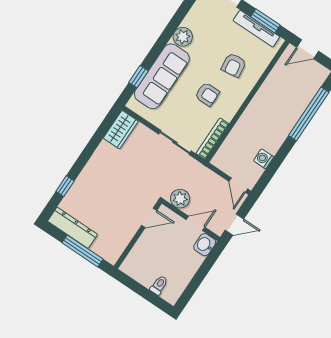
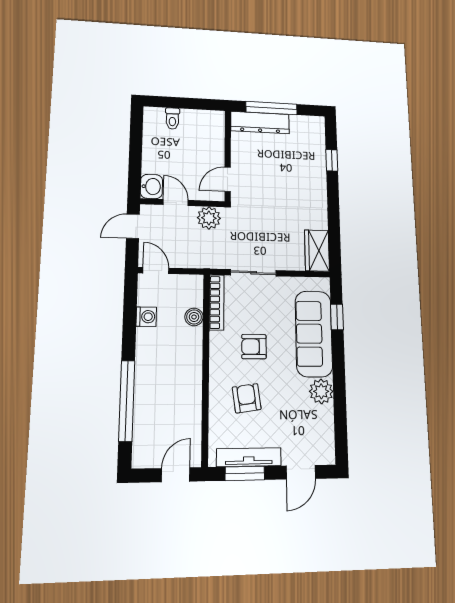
boiler: (233, 139) -> (194, 317), added
door: (196, 223) -> (176, 202), swing flipped
dresser: (73, 228) -> (260, 123), moved

